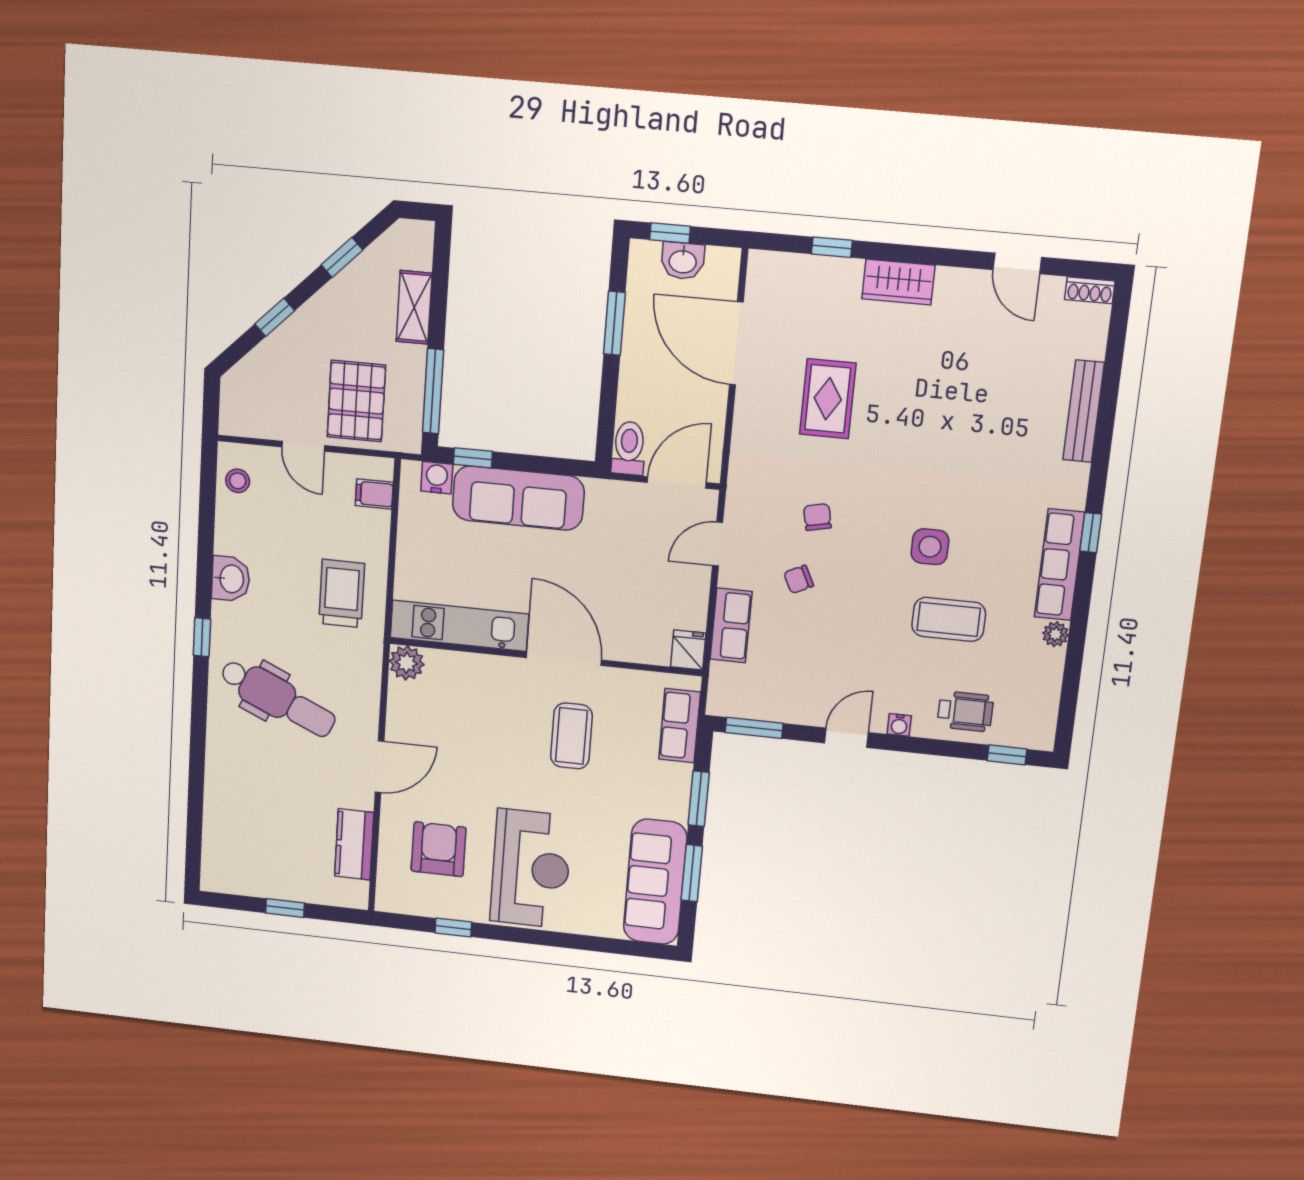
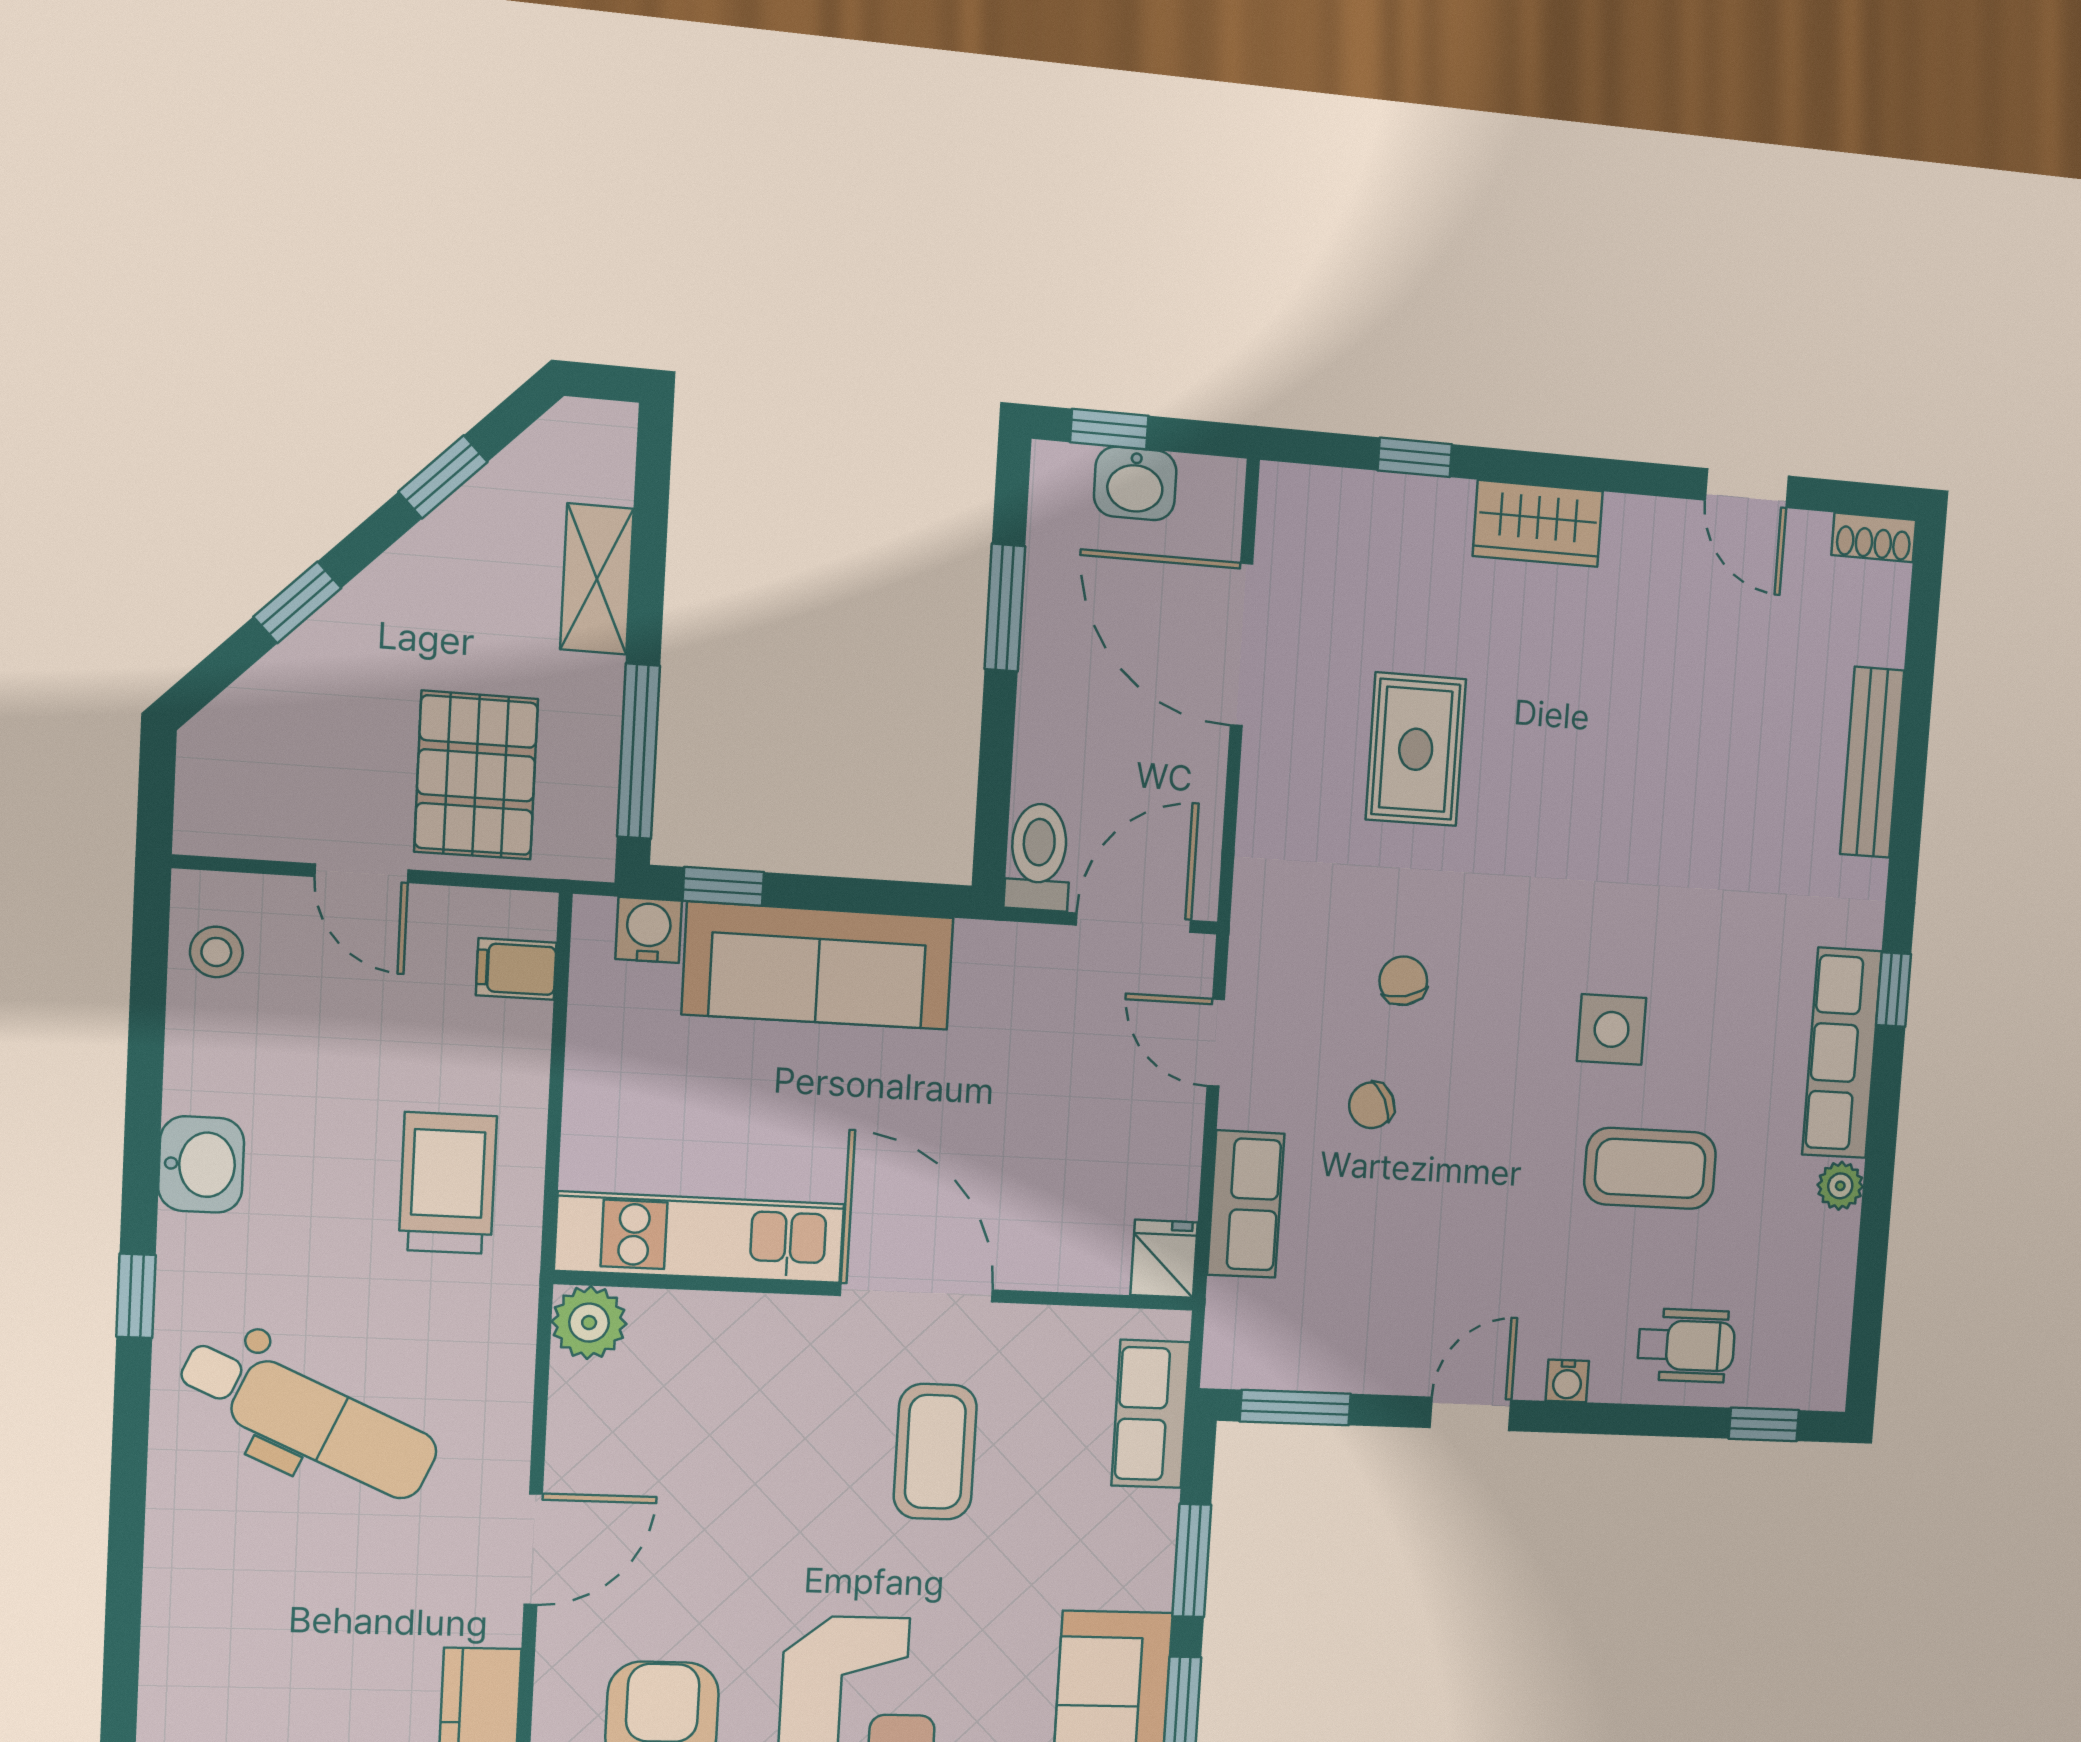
door: (718, 544) -> (1216, 1043), hinge flipped

